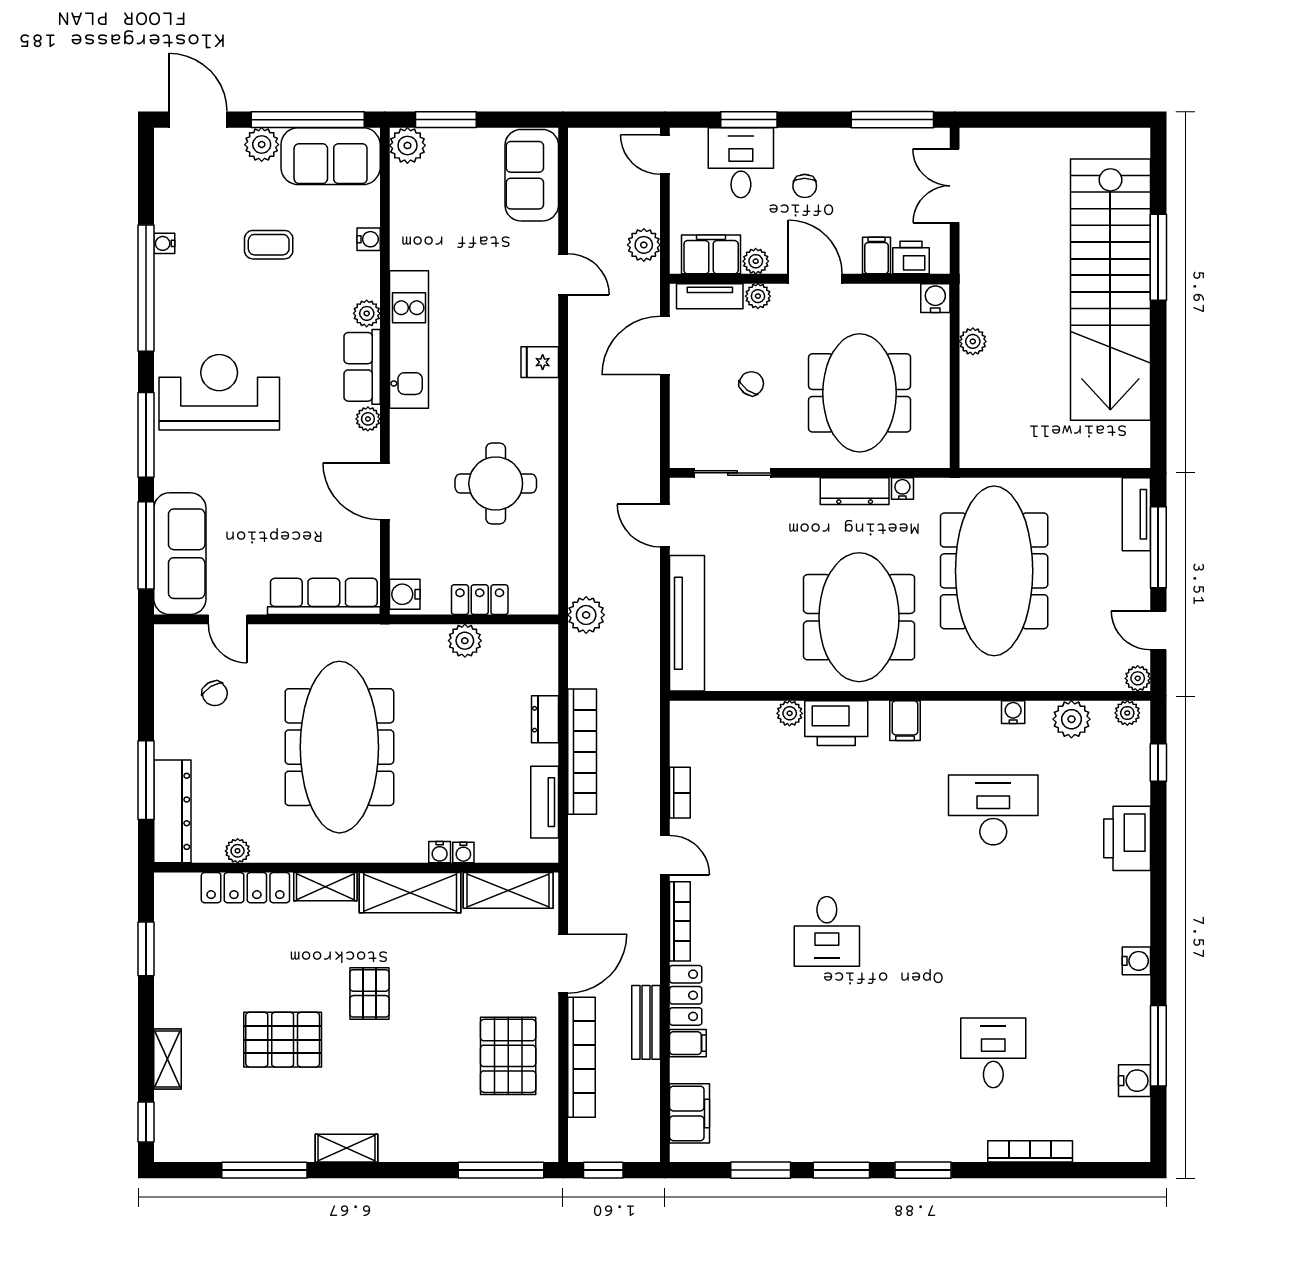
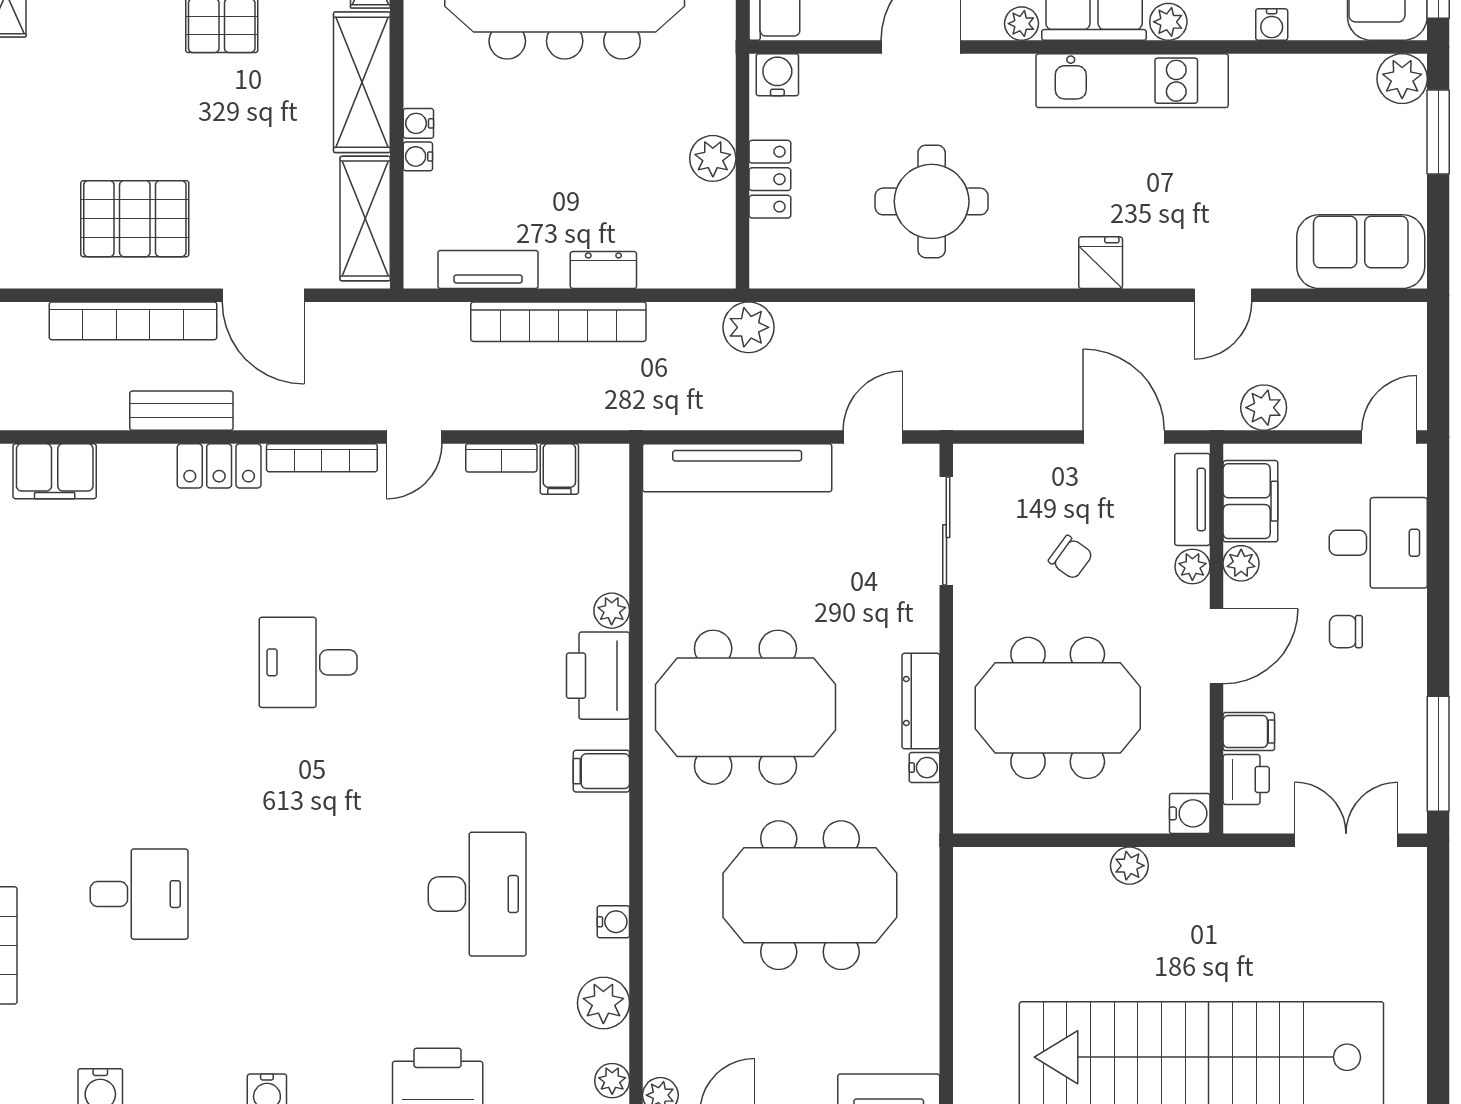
window: (749, 120) -> (1438, 554), removed
meeting table: (994, 571) -> (810, 895), width x0.73
filing cabinet: (688, 1043) -> (559, 469), moved

